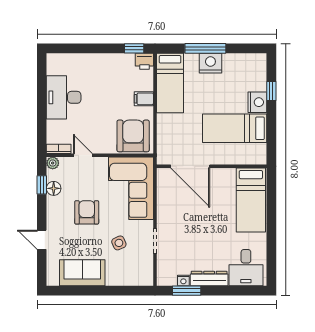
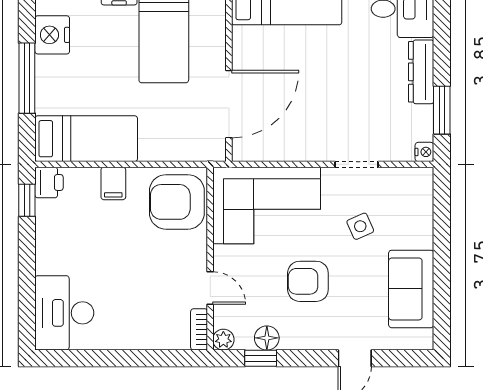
nightstand: (210, 63) -> (52, 35), moved
desk: (64, 97) -> (64, 313), moved, turned 90
door: (83, 155) -> (210, 288), swing flipped
nightstand: (183, 280) -> (424, 152), moved

